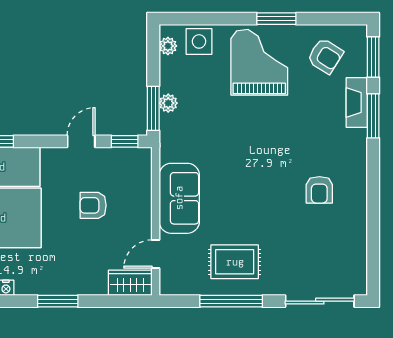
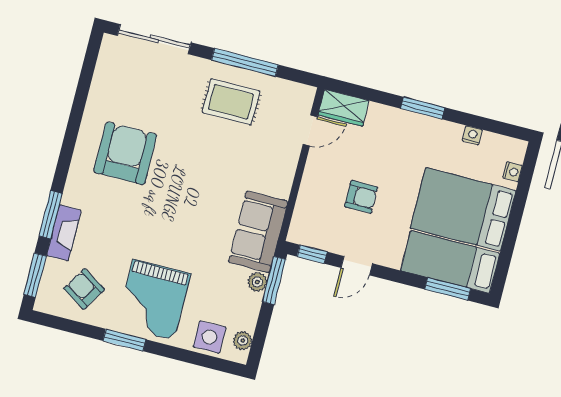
armchair: (319, 190) -> (125, 153), width x1.88, depth x1.88
sofa: (179, 198) -> (258, 232), moved

